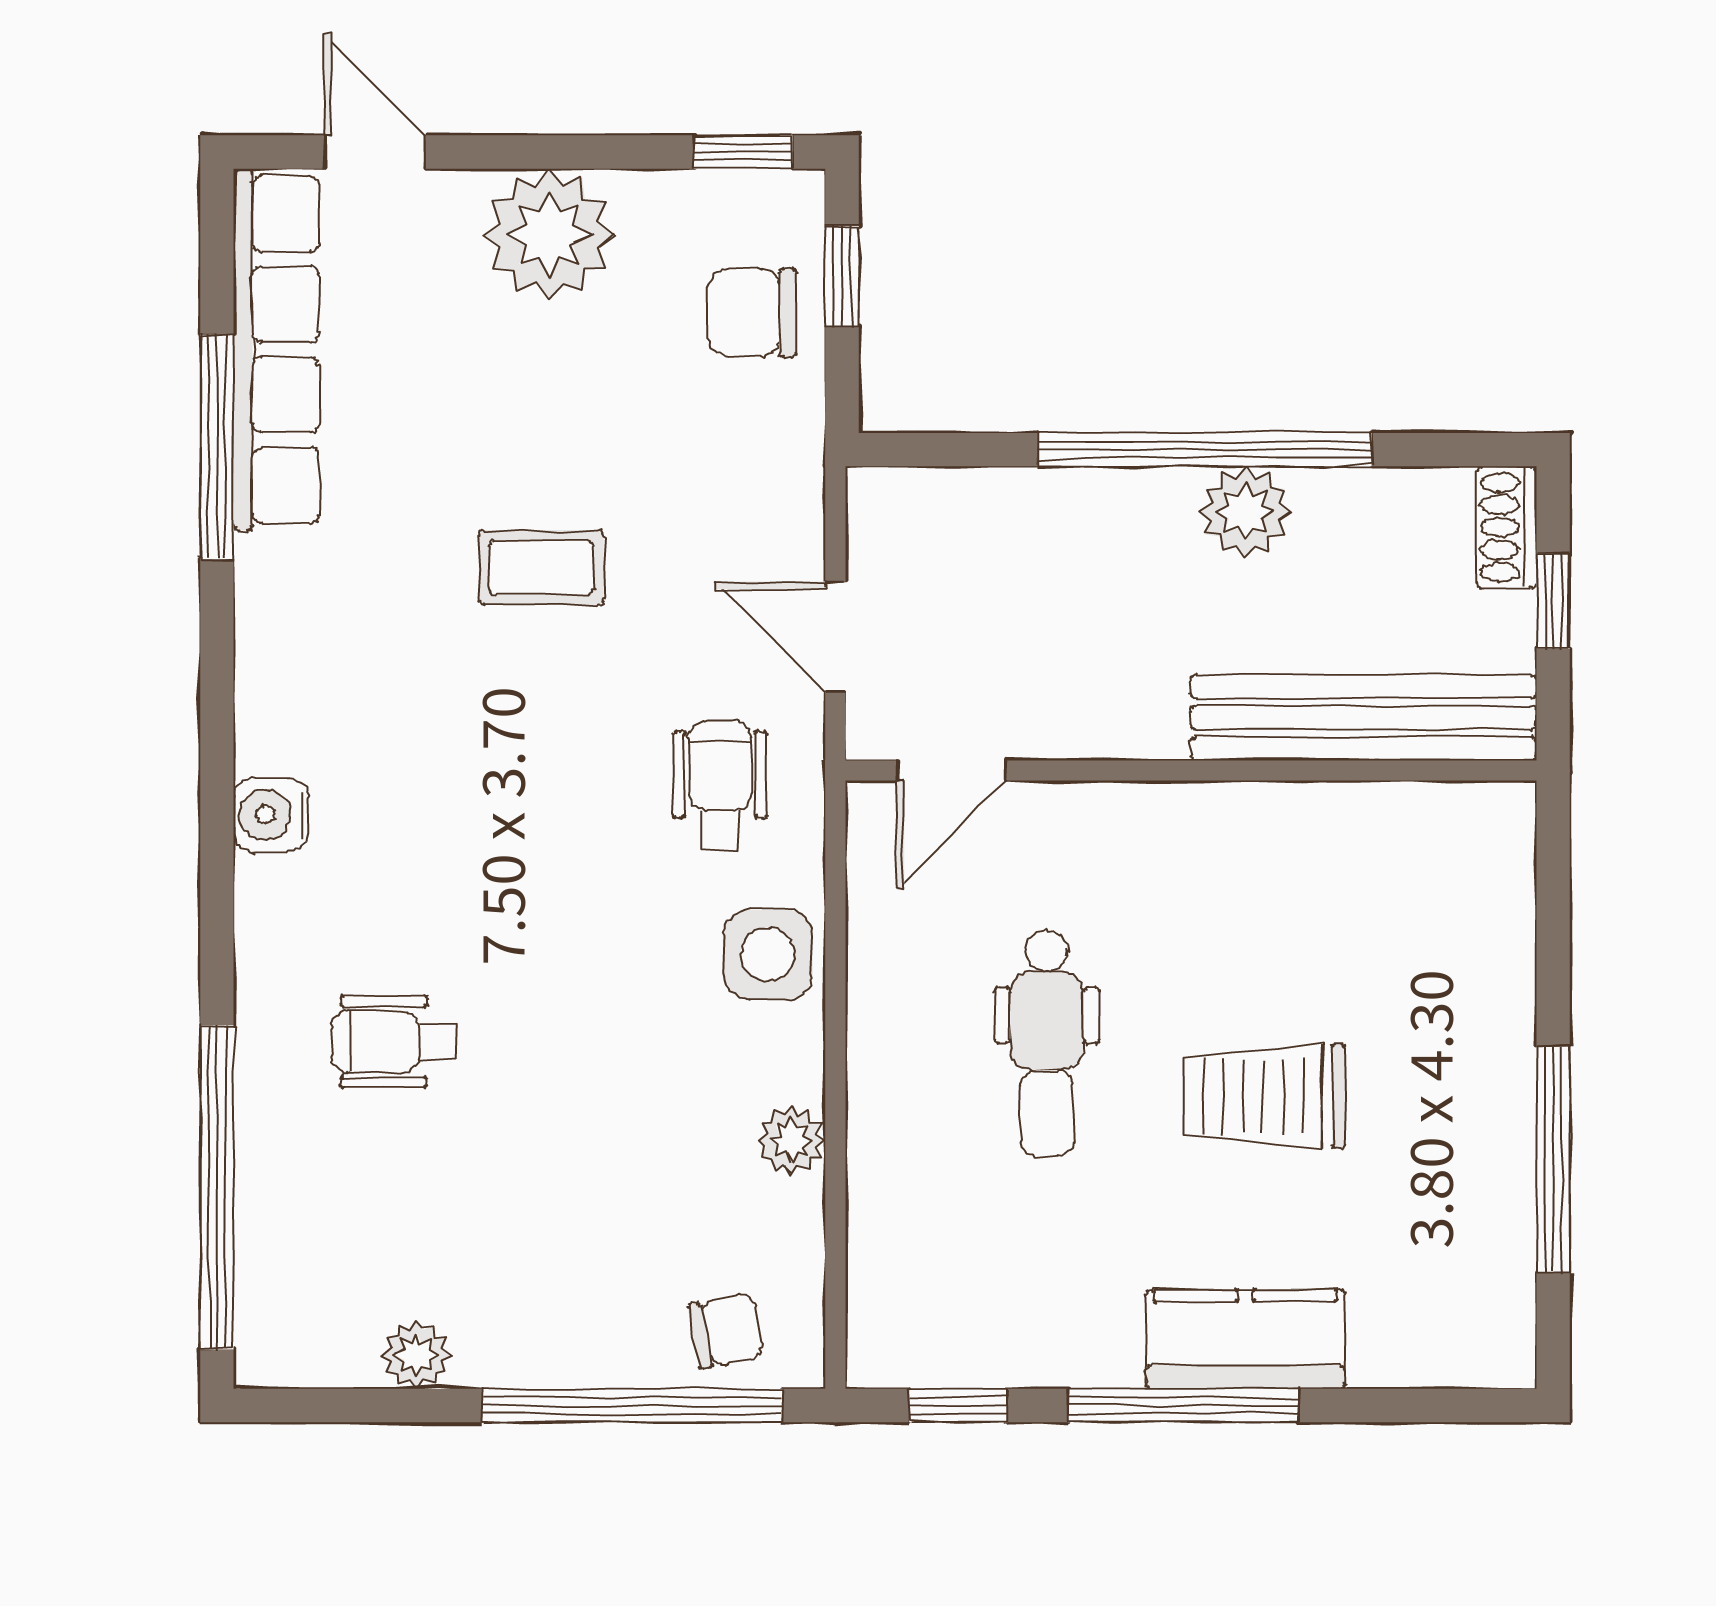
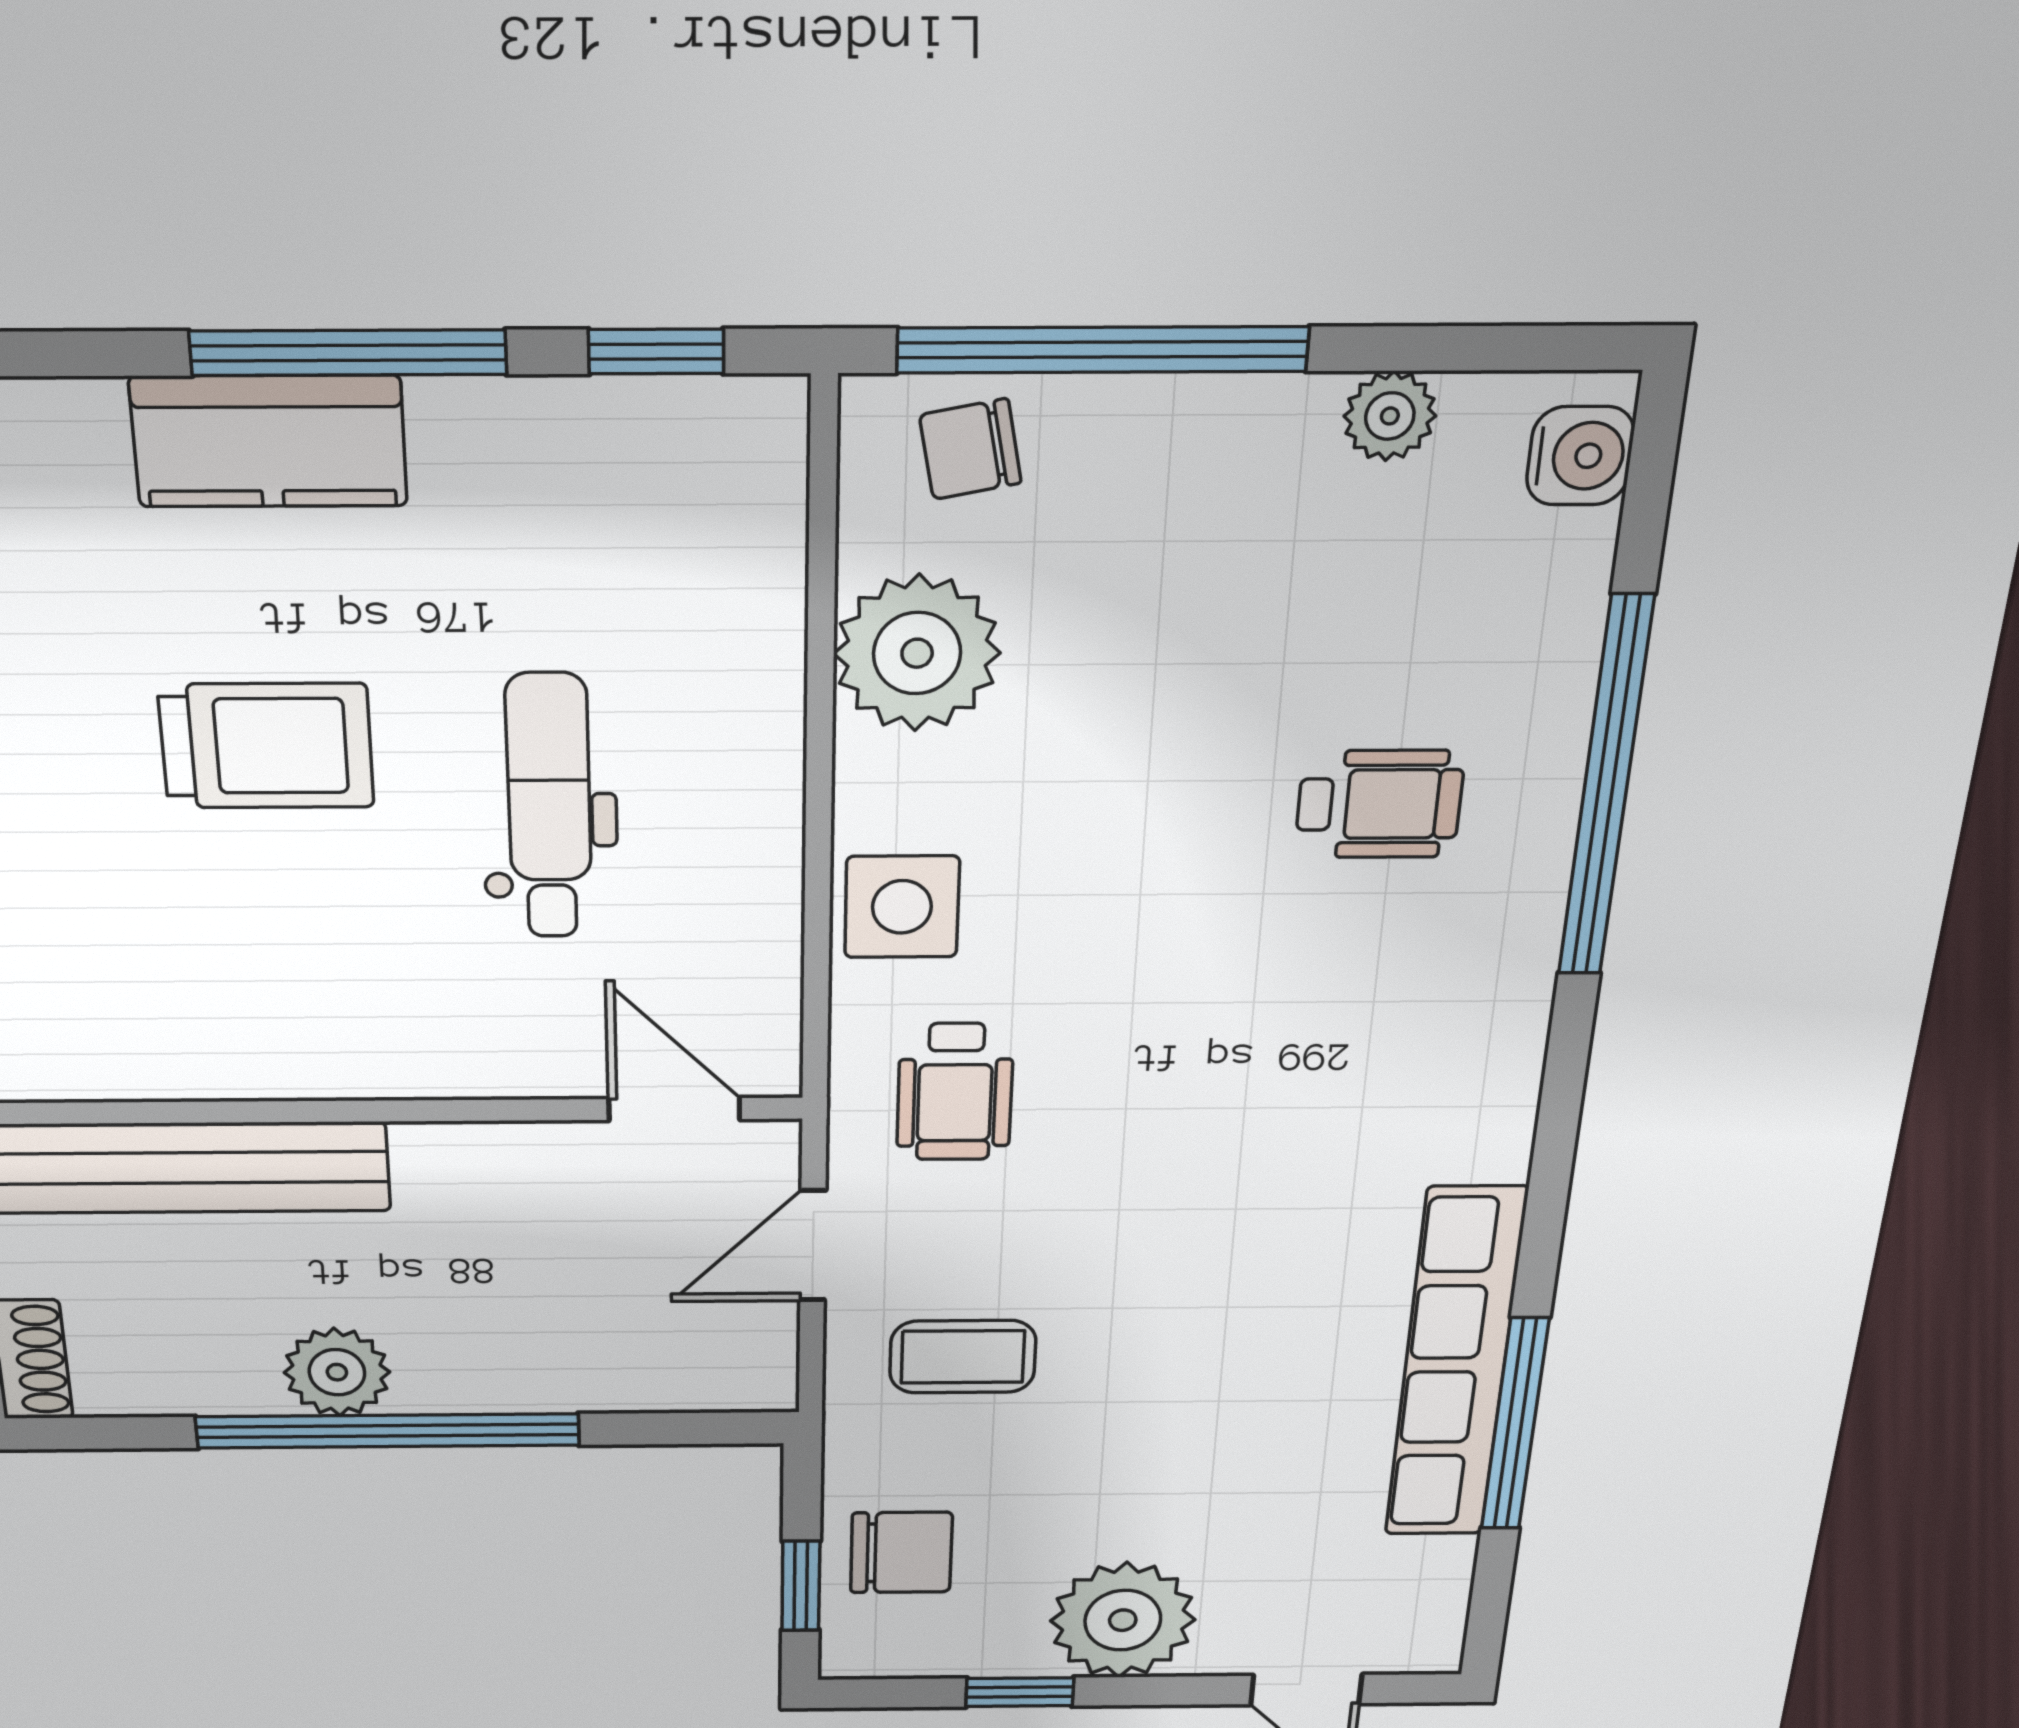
window: (743, 152) -> (1020, 1692), moved
row of seats: (276, 349) -> (1455, 1365), moved
coffee table: (541, 568) -> (963, 1357), moved
door: (835, 637) -> (813, 1246), swing flipped
door: (951, 770) -> (674, 1109), hinge flipped
water cooler: (271, 815) -> (1580, 456), moved
plant: (791, 1140) -> (917, 653), width x1.87, depth x1.87
window: (217, 1187) -> (1605, 789), moved

